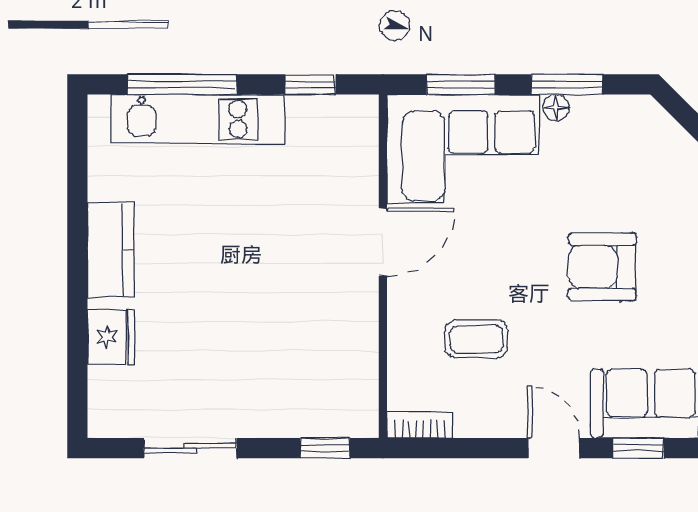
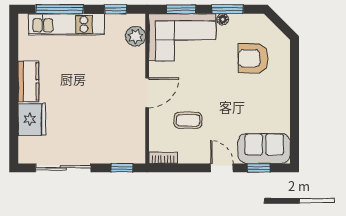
plant: (356, 146) -> (136, 36), added
door: (383, 242) -> (147, 93), moved
armchair: (602, 267) -> (253, 58), moved
fridge: (111, 337) -> (32, 119), width x1.36, depth x1.34
sliding door: (190, 448) -> (63, 168), width x1.37

